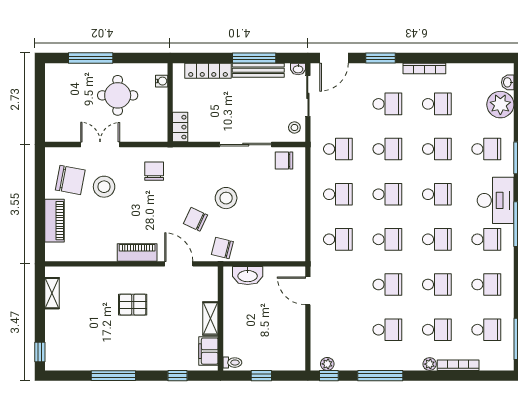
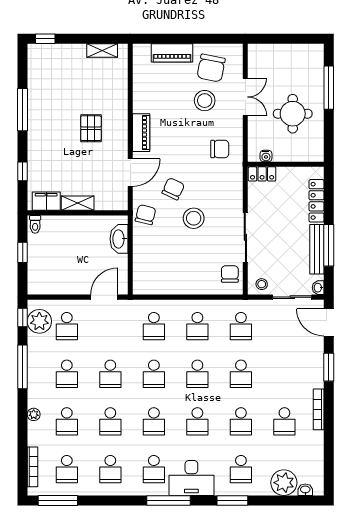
water cooler: (162, 81) -> (266, 156), moved
school desk: (387, 104) -> (67, 326), moved
plant: (327, 364) -> (39, 321), width x1.88, depth x1.88
bookcase: (458, 365) -> (33, 467), moved

